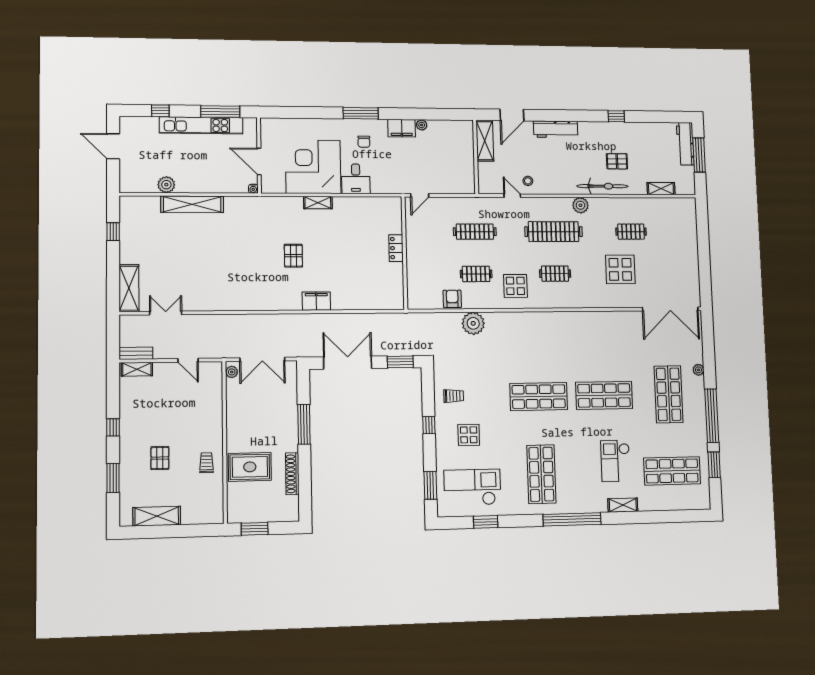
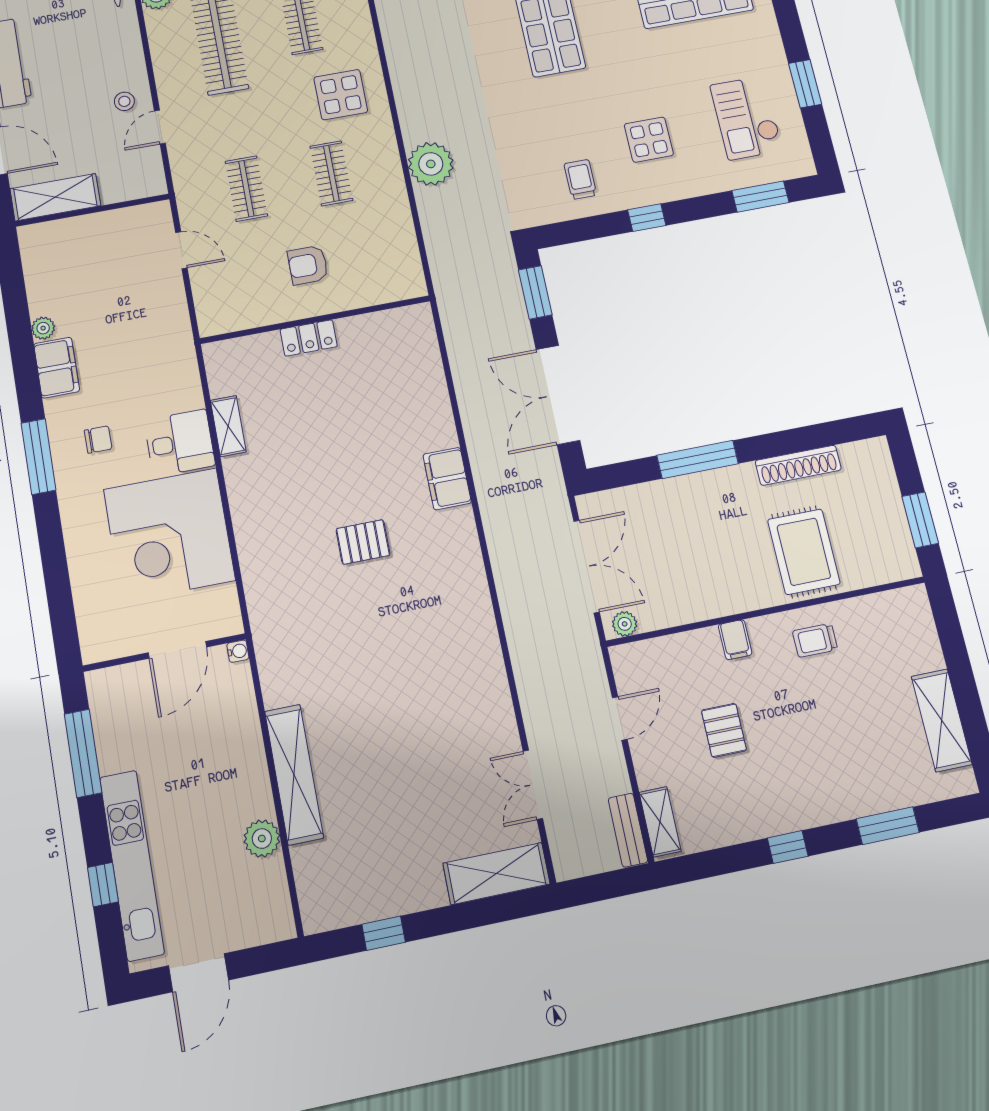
kitchen unit: (201, 125) -> (132, 865), moved
door: (420, 195) -> (181, 250), moved
shelving: (318, 203) -> (228, 426), moved
clothes rail: (475, 232) -> (246, 189), width x0.73
armchair: (452, 299) -> (308, 265), moved
filing cabinet: (214, 424) -> (735, 640), added
pallet: (160, 458) -> (724, 730), moved, turned 90
checkout: (472, 487) -> (746, 118), width x0.73, depth x0.83

